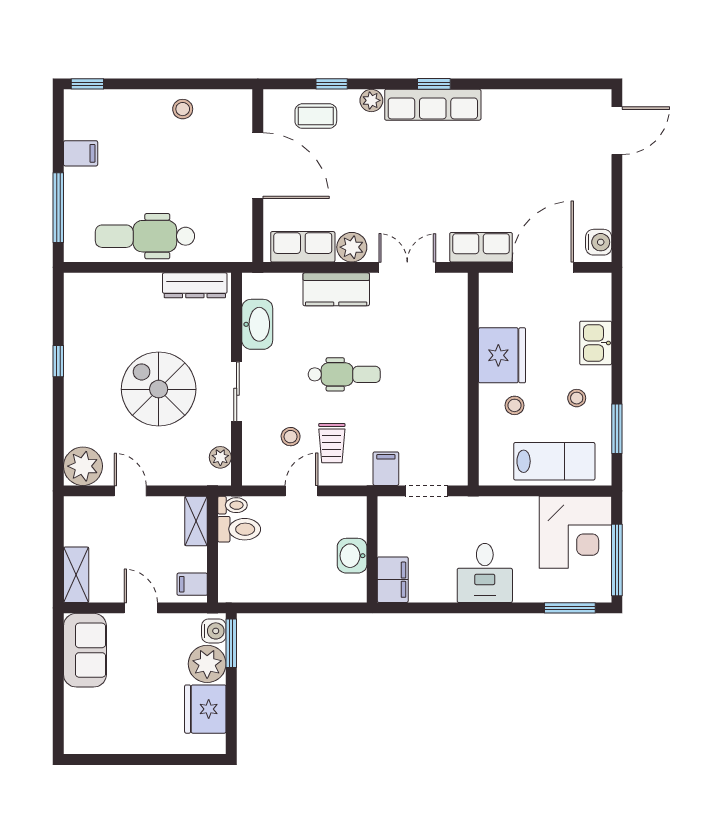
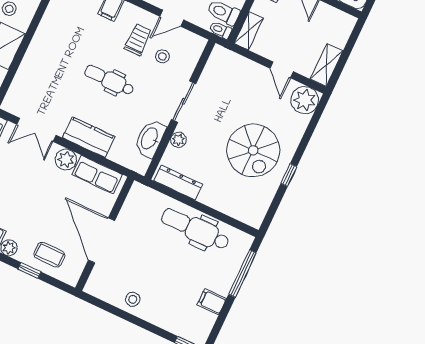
dental chair: (145, 236) -> (195, 229), turned 180
spiral stairs: (159, 389) -> (253, 150), moved
plant: (220, 457) -> (178, 140), moved
shelving: (76, 575) -> (327, 65), moved

